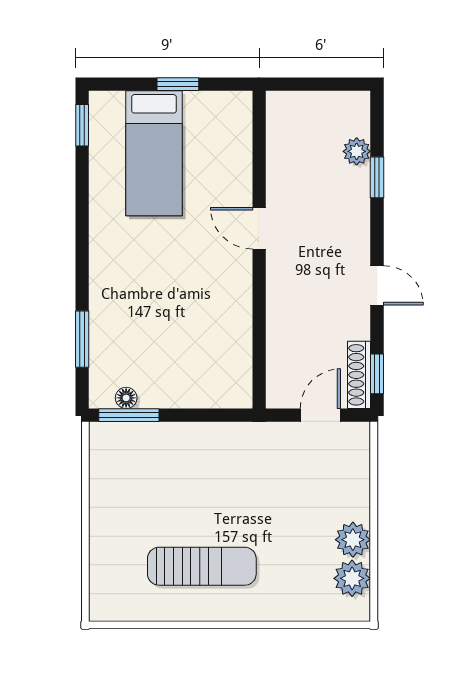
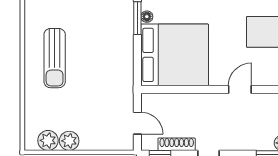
bed: (196, 347) -> (175, 55), added
shoe rack: (359, 375) -> (177, 144), moved

